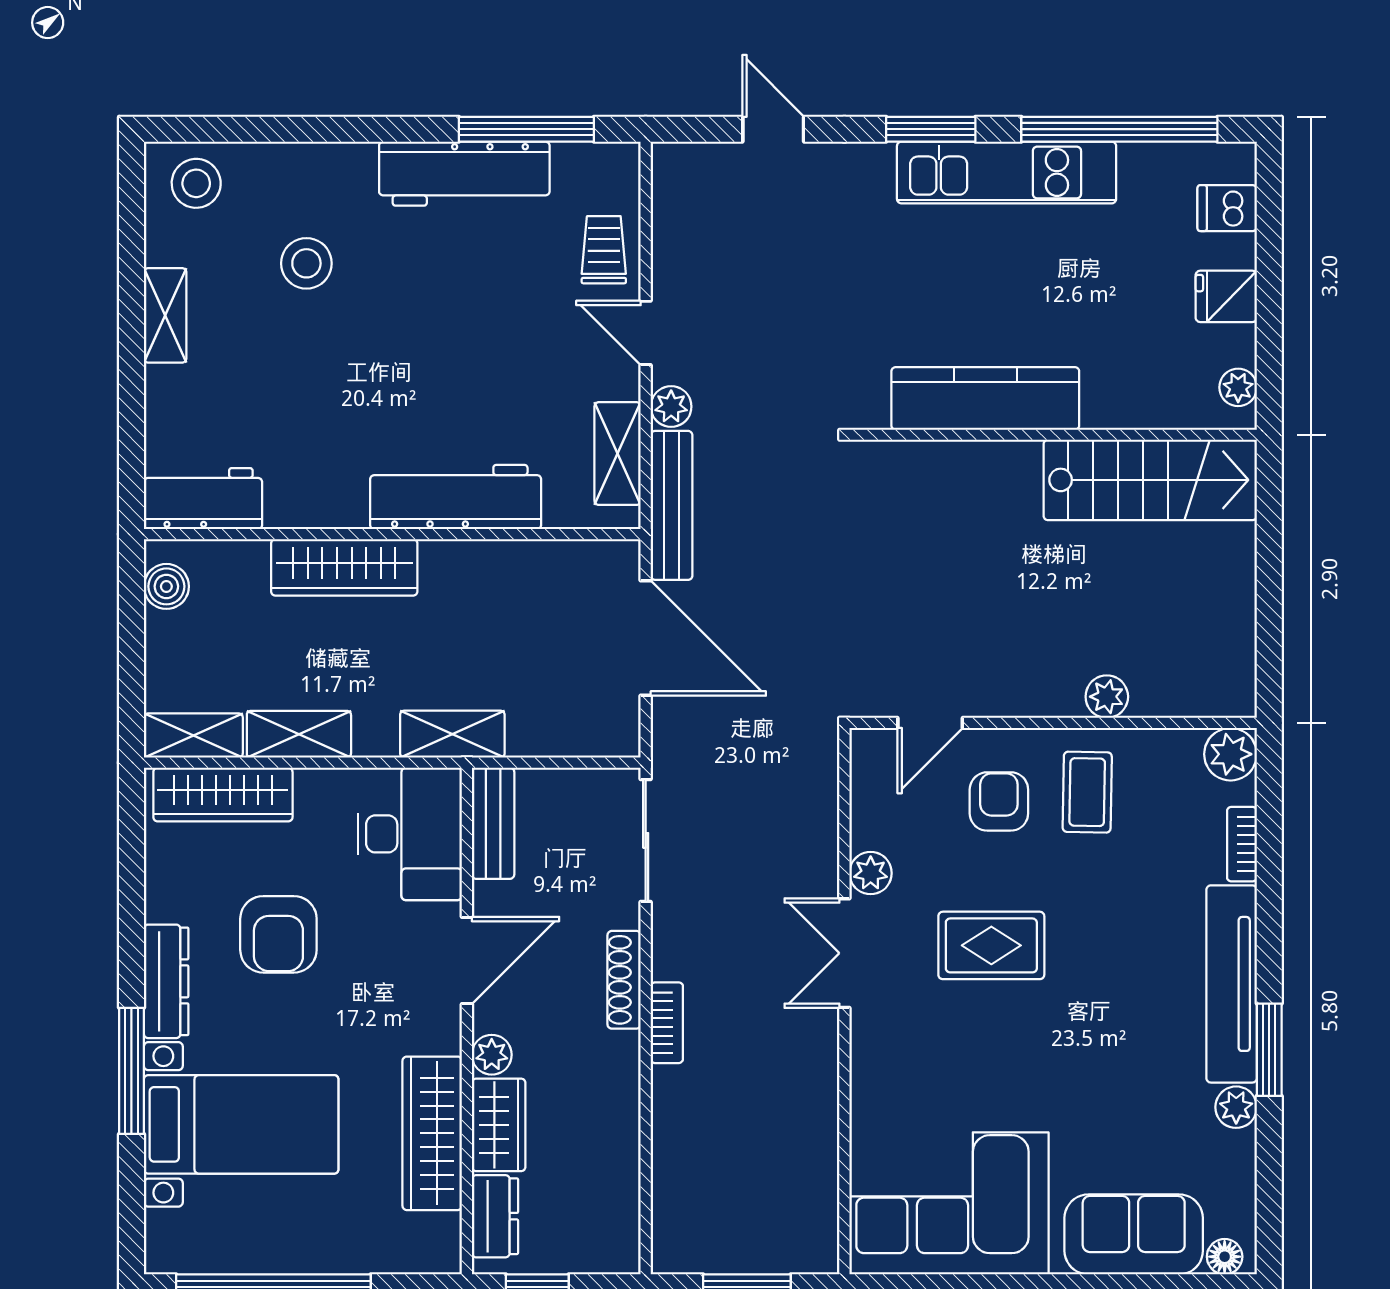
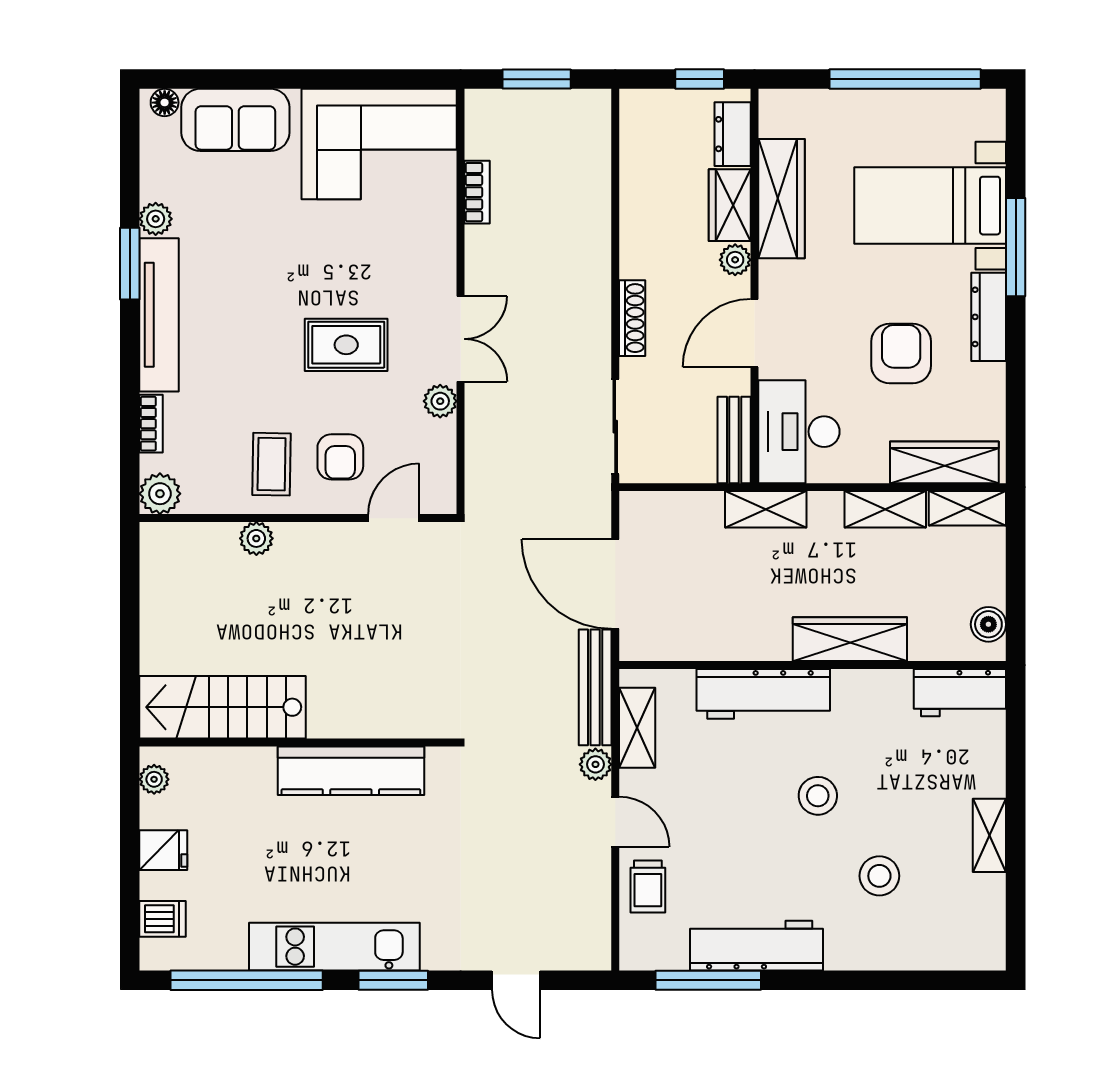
stool: (196, 183) -> (818, 796), moved
bookcase: (667, 1023) -> (477, 192), moved, turned 180

